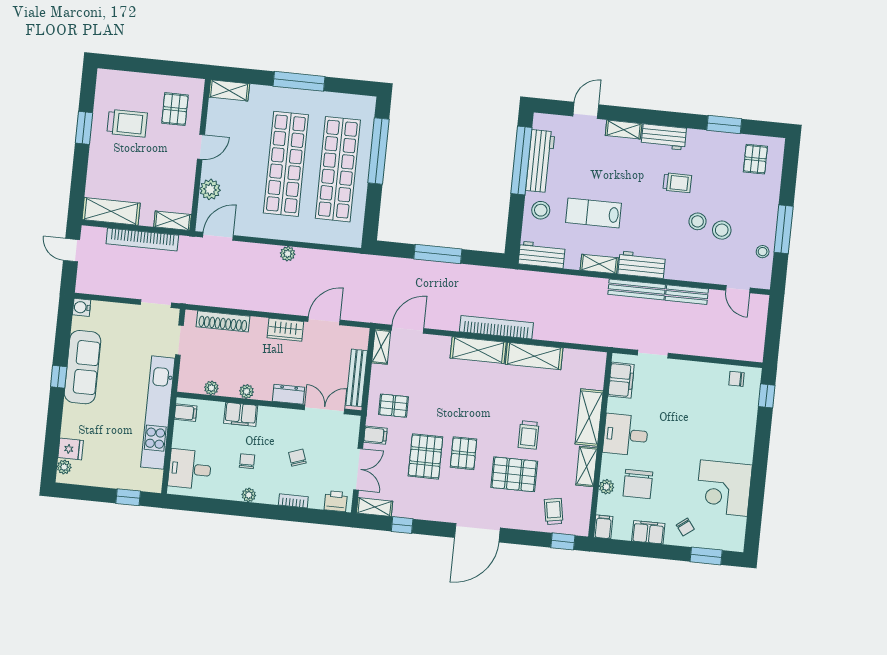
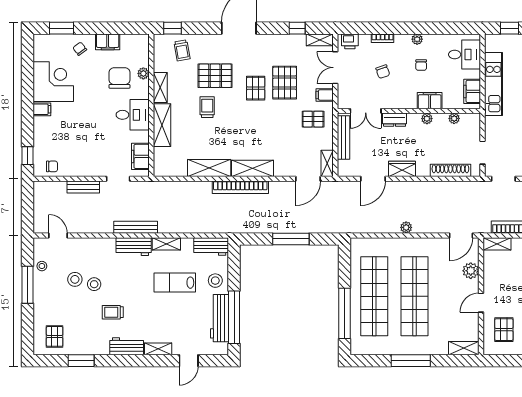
lab bench: (593, 213) -> (175, 283), turned 180
bench: (687, 295) -> (83, 187), moved
kitchen unit: (158, 413) -> (493, 84), width x0.73
filing cabinet: (186, 413) -> (472, 91), width x2.00
filing cabinet: (603, 527) -> (42, 109), moved, turned -90

